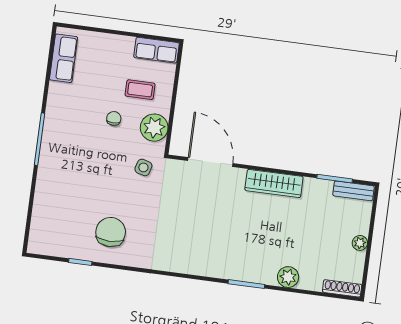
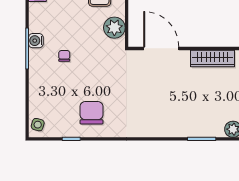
chair: (114, 118) -> (64, 56), moved
water cooler: (52, 131) -> (36, 41), added
side table: (143, 167) -> (38, 125), moved

